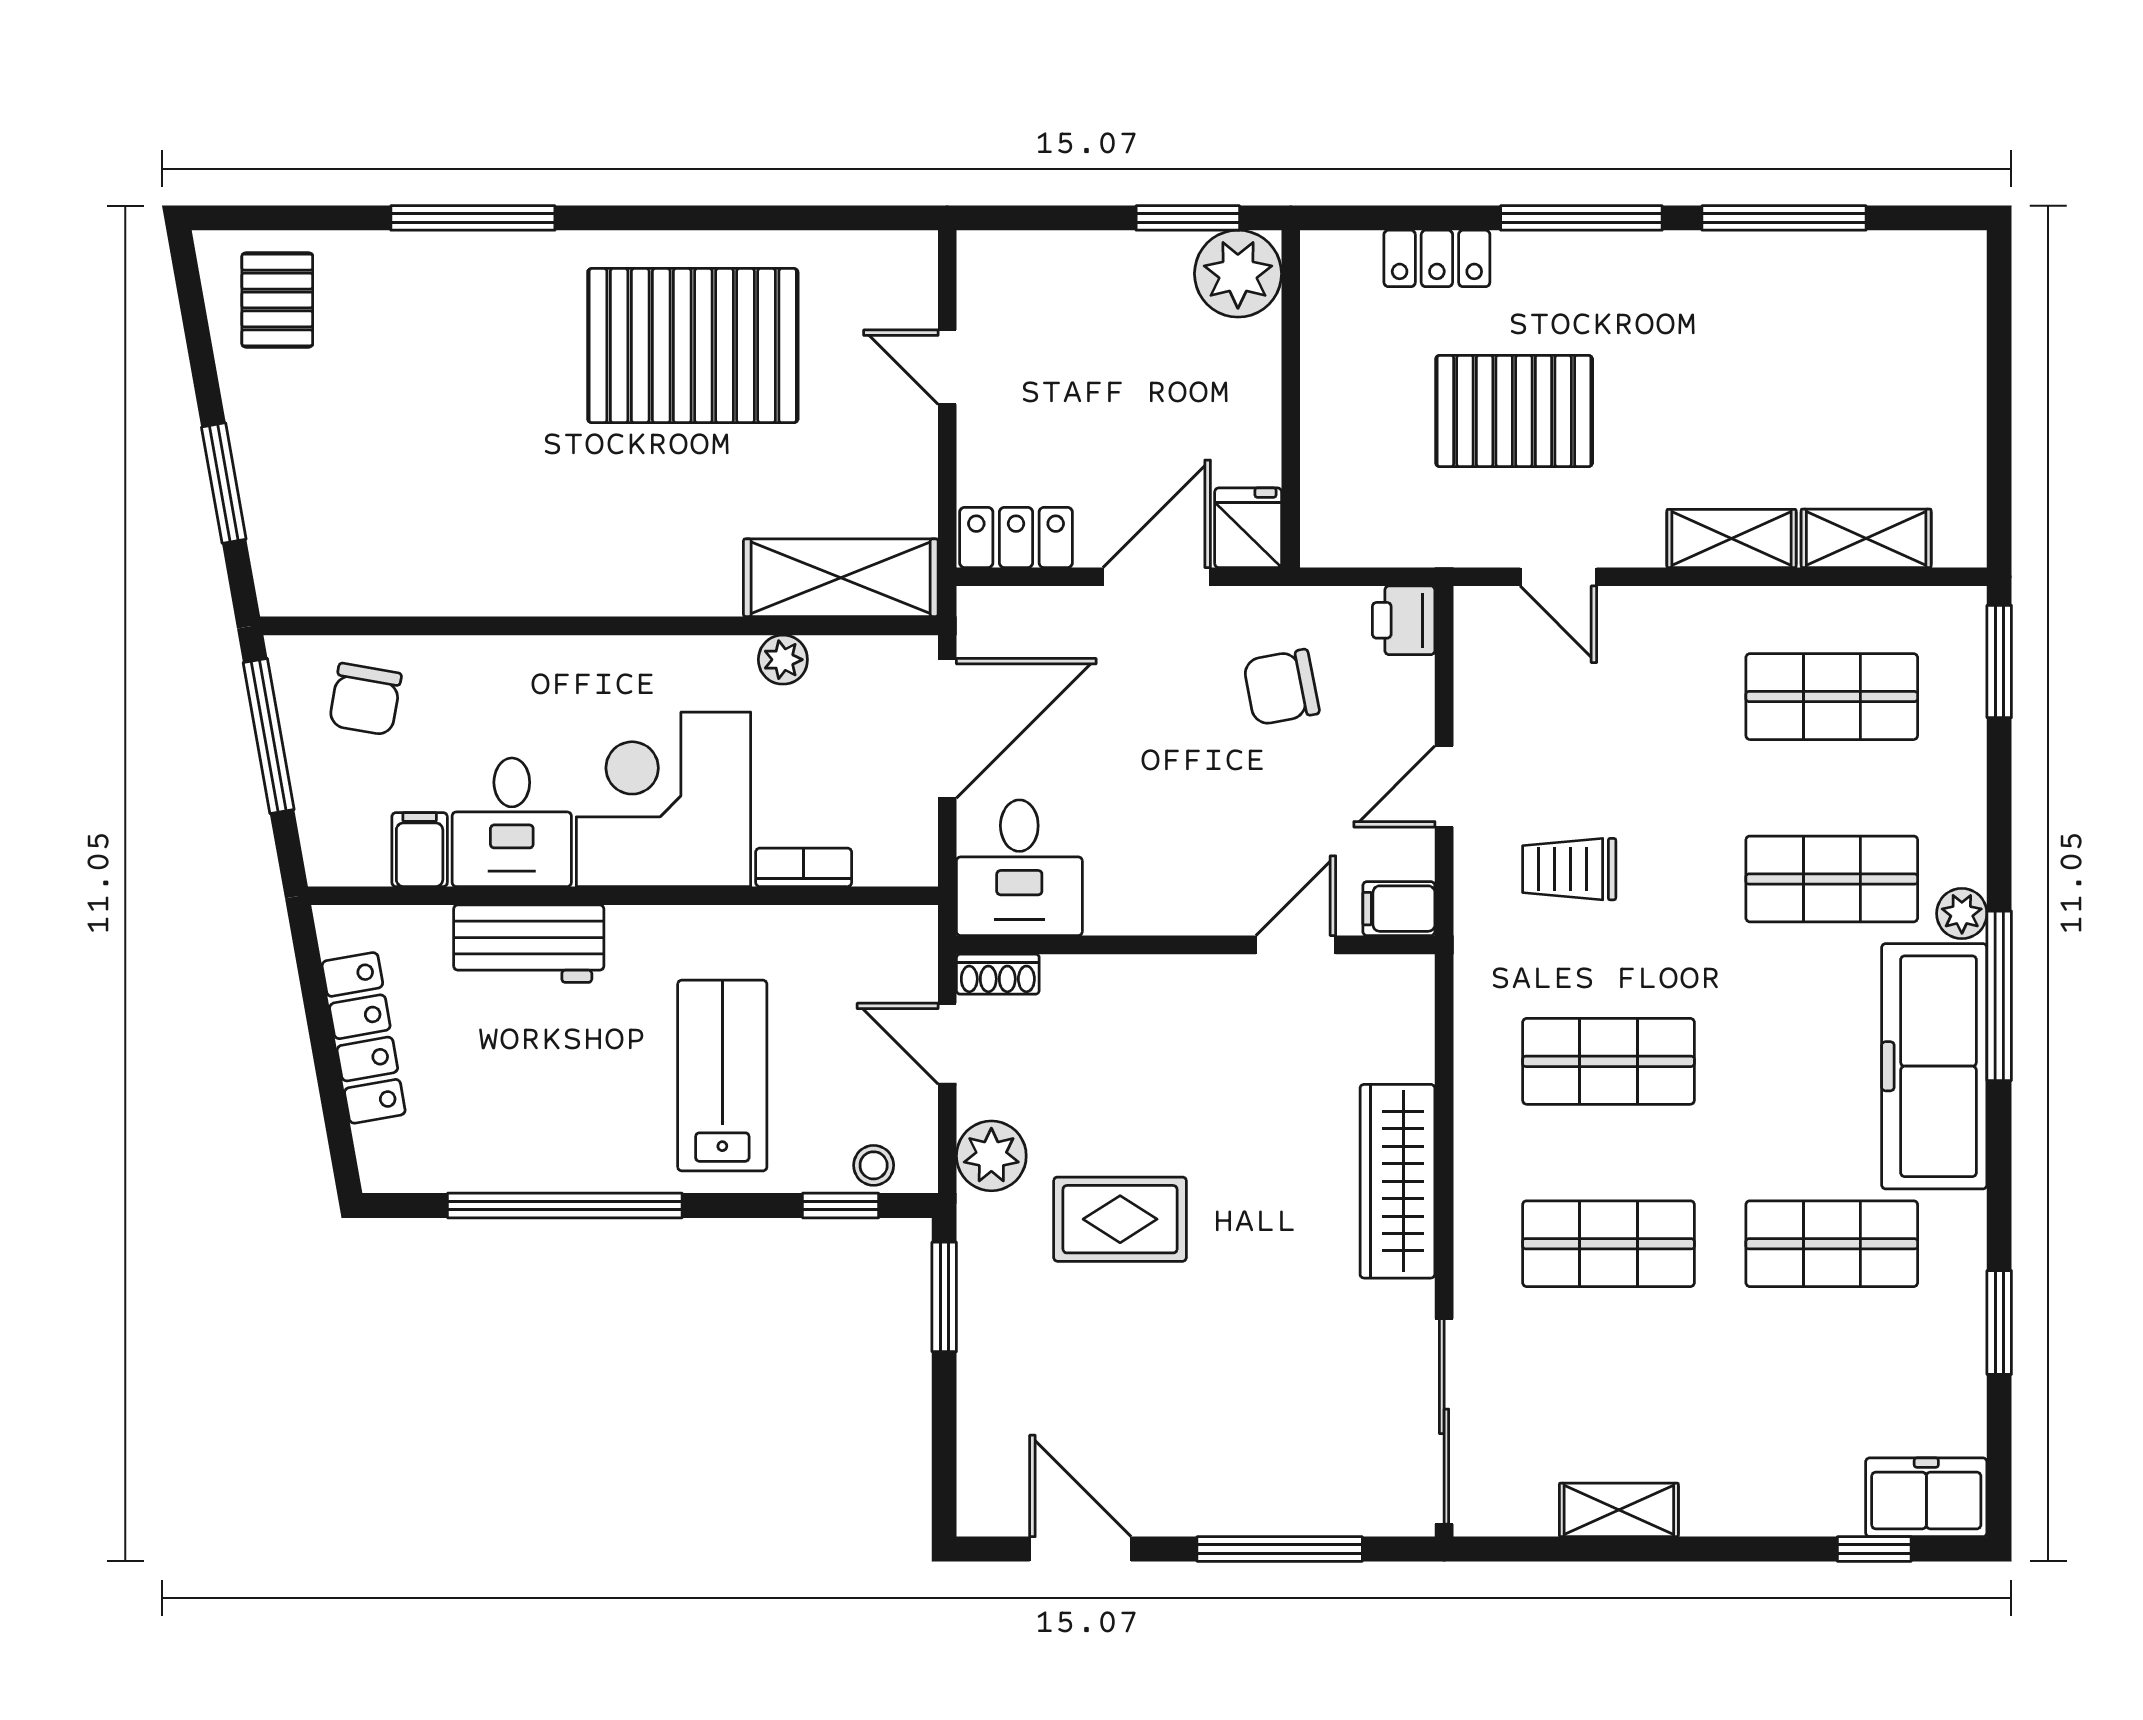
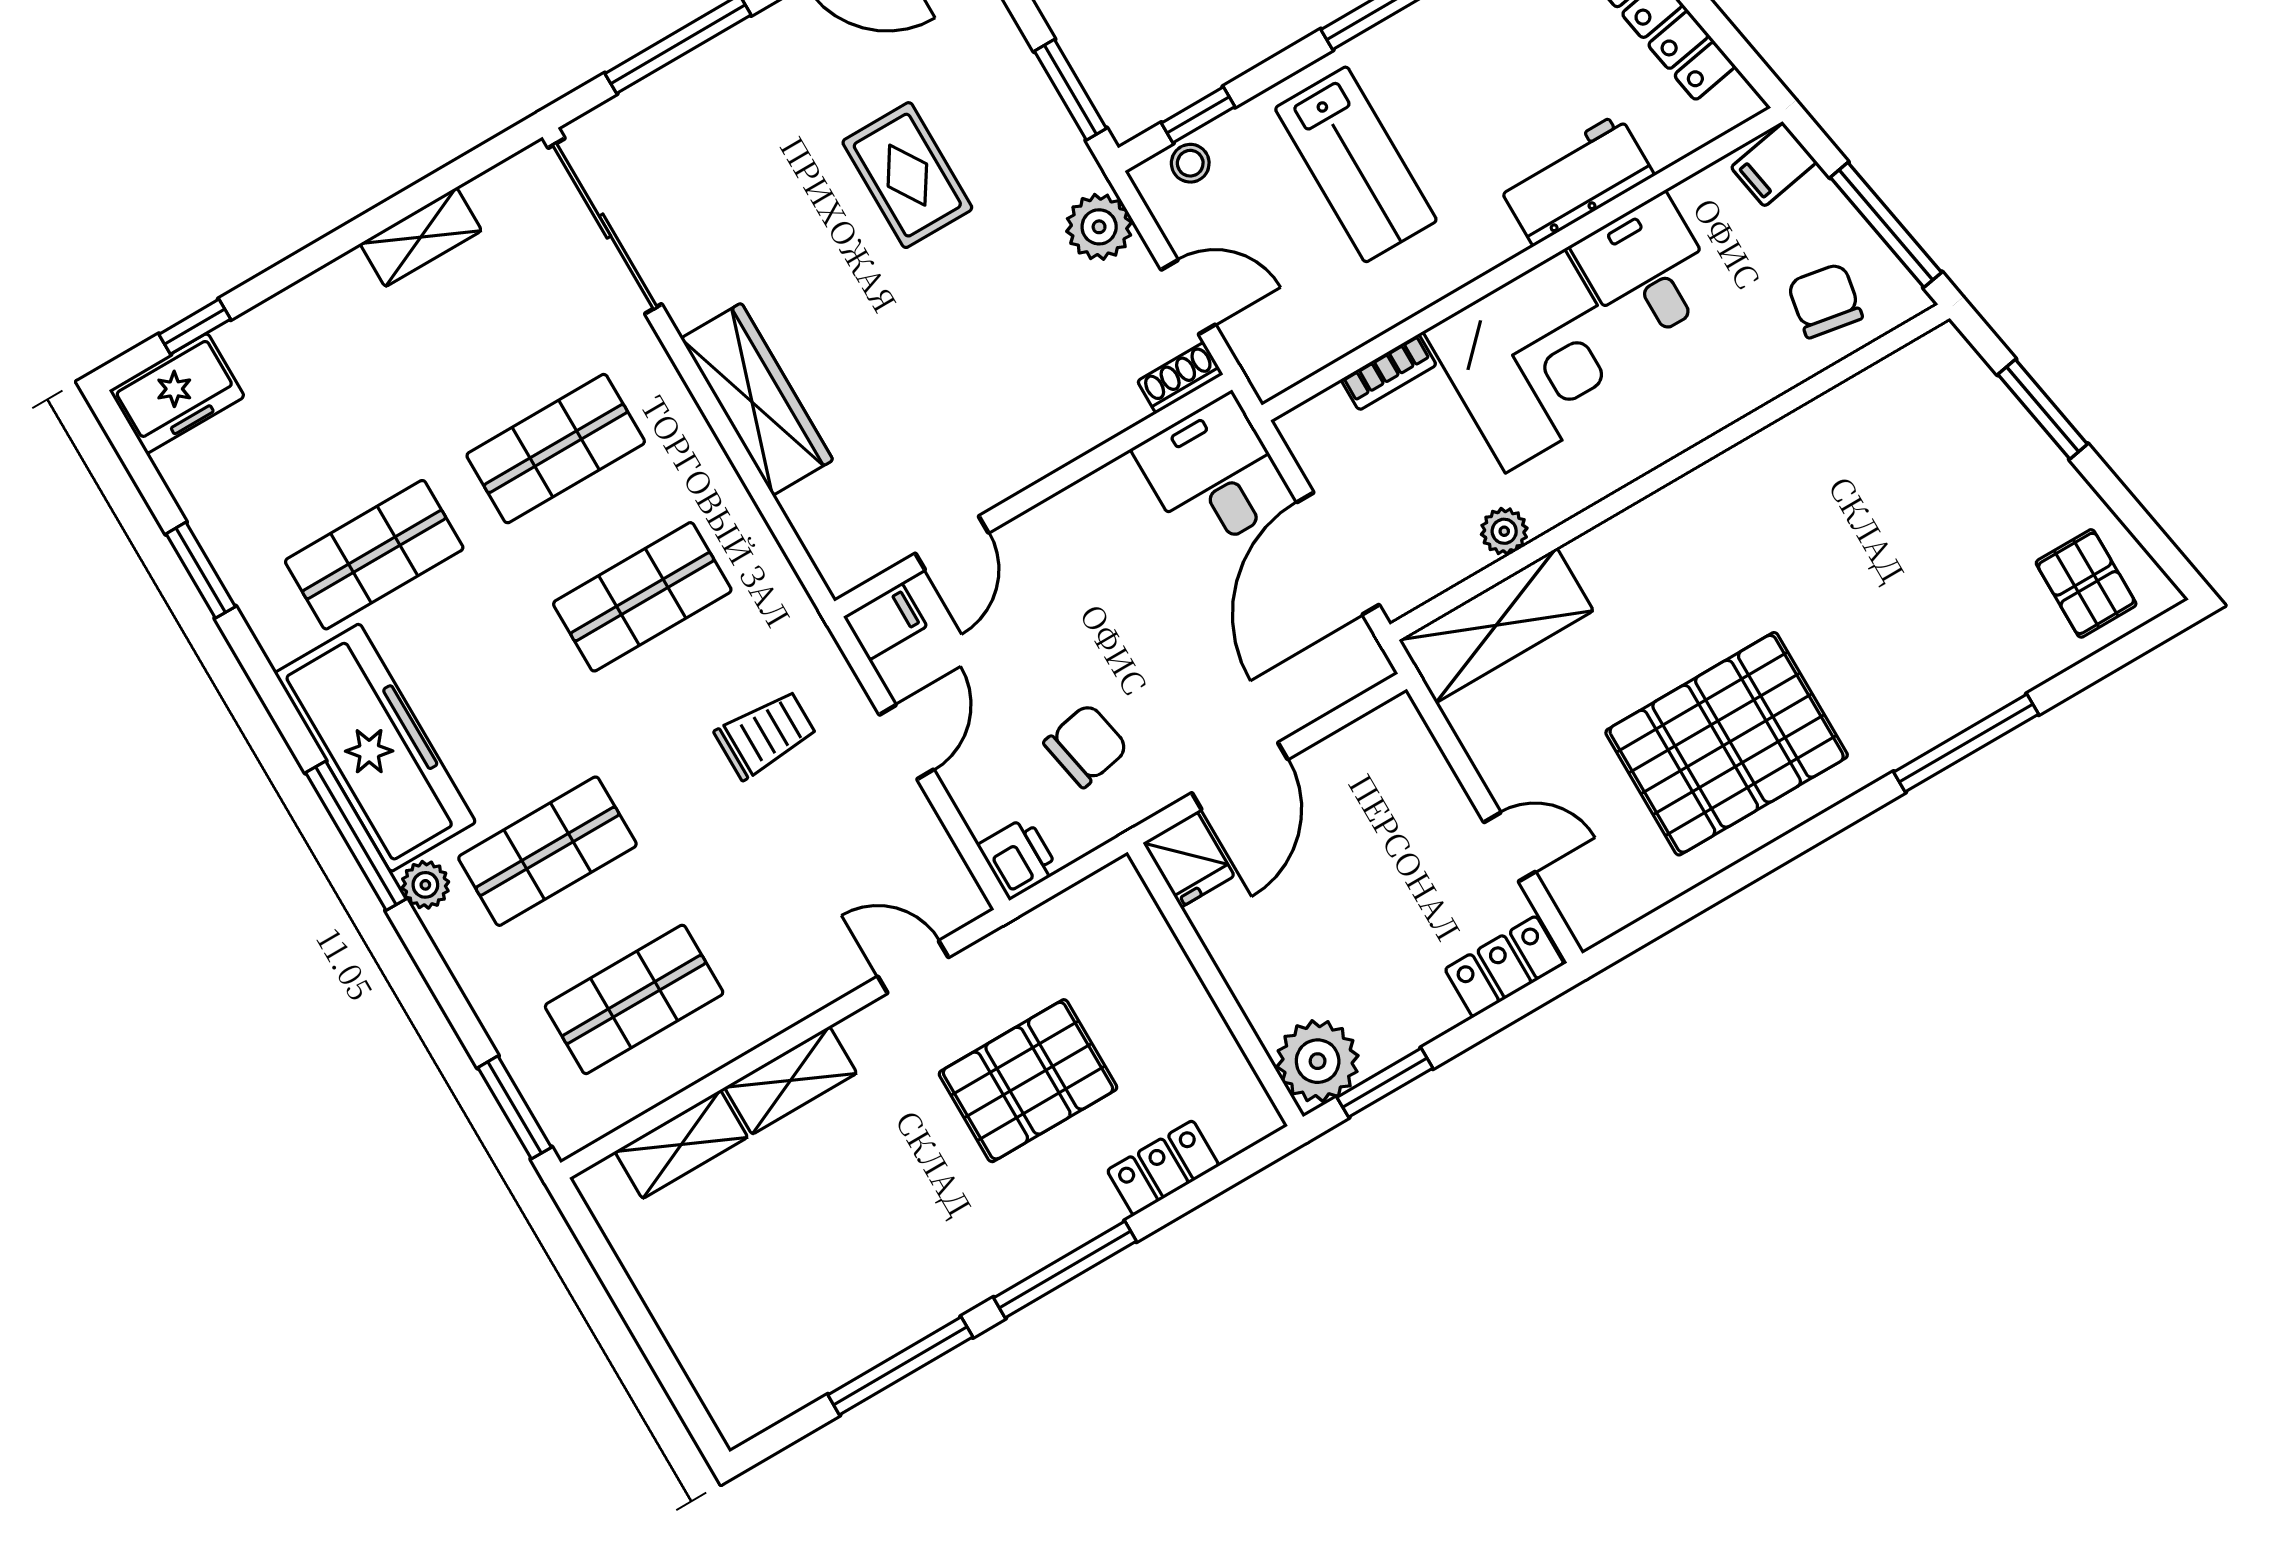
locker: (1016, 537) -> (1504, 967), moved, turned 180
filing cabinet: (420, 850) -> (1774, 165), moved, turned 80
rug: (1120, 1219) -> (907, 175), moved, turned 90

